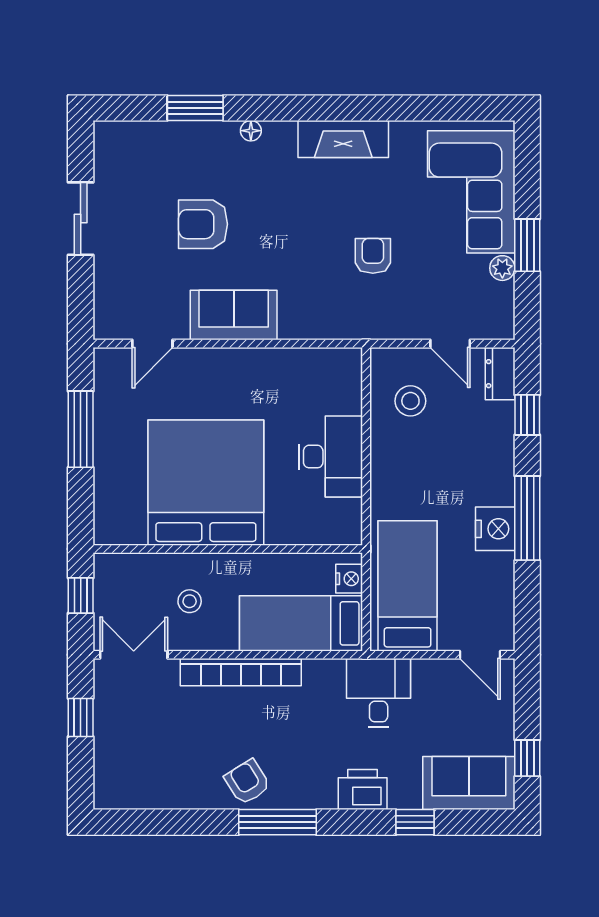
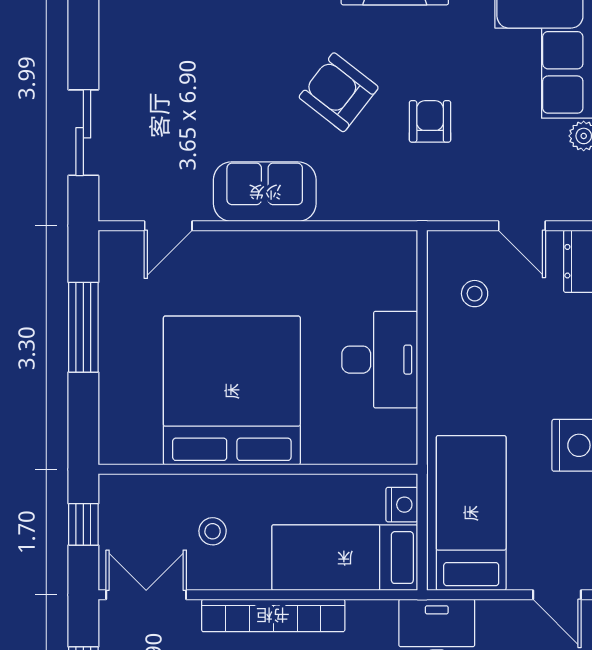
sliding door: (81, 219) -> (83, 133), moved
armchair: (203, 224) -> (339, 92), moved, turned 38
stool: (410, 401) -> (475, 294), width x0.73, depth x0.73

